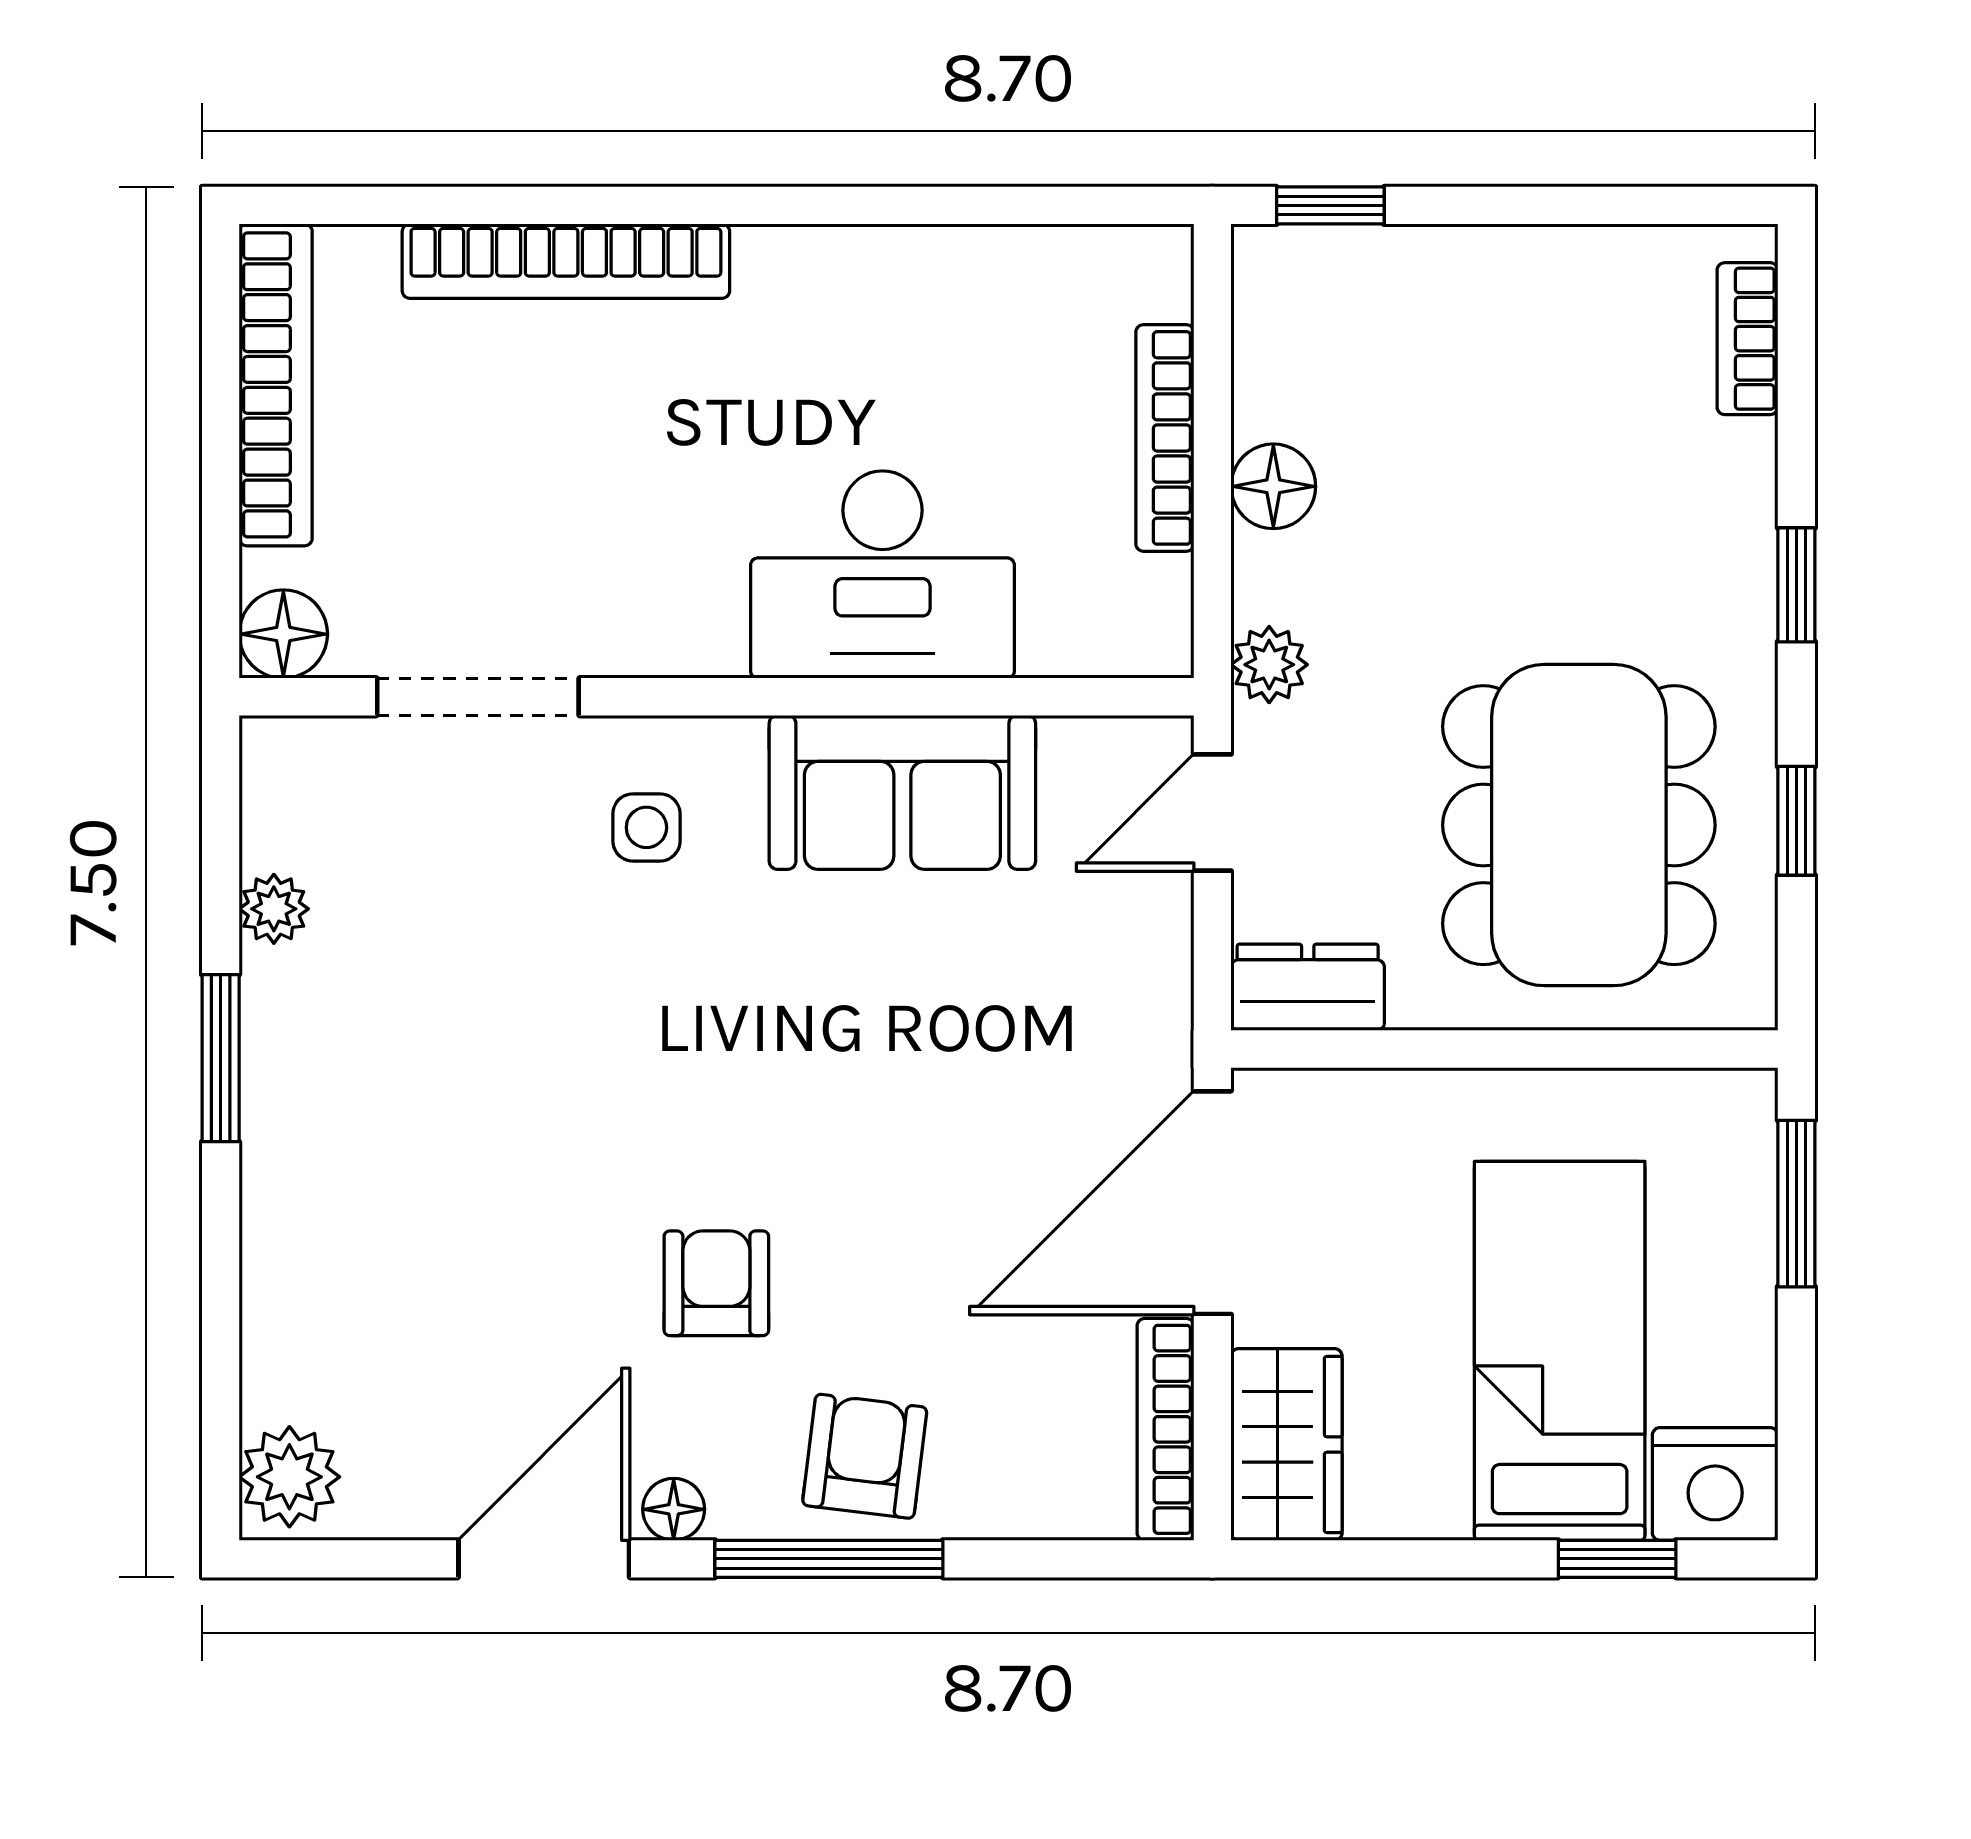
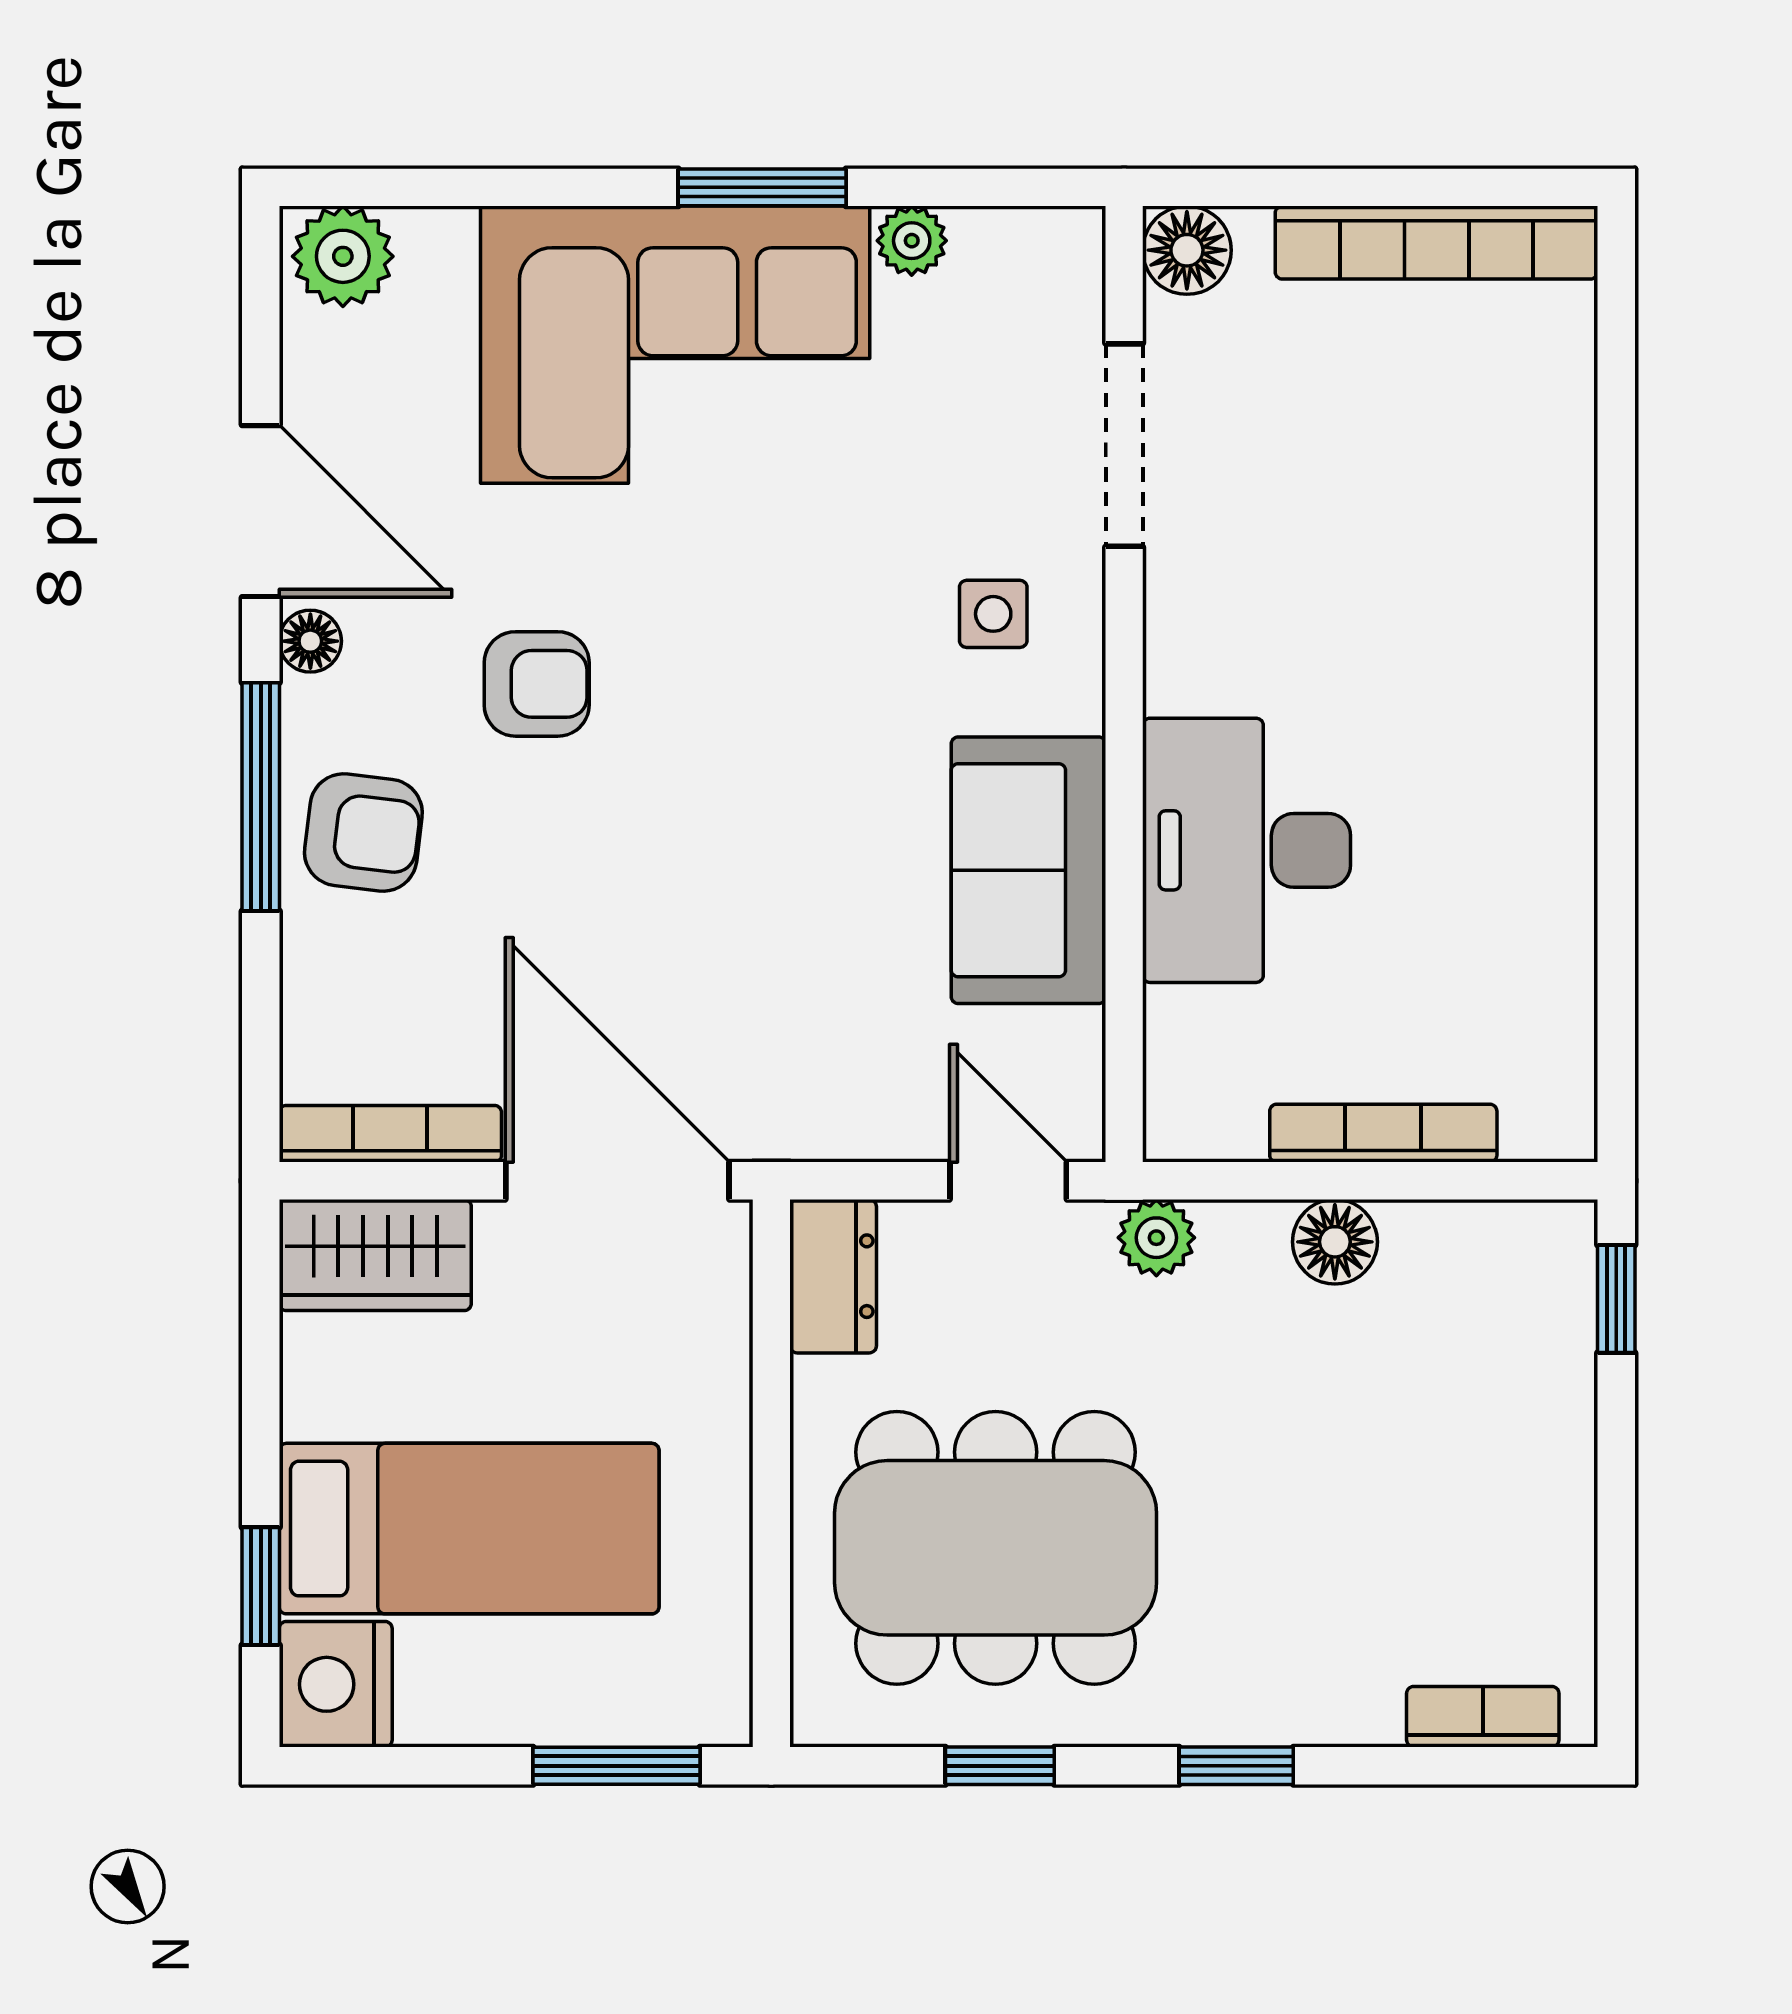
bookcase: (566, 261) -> (1560, 533), removed
corner sofa: (378, 1145) -> (675, 345), added

